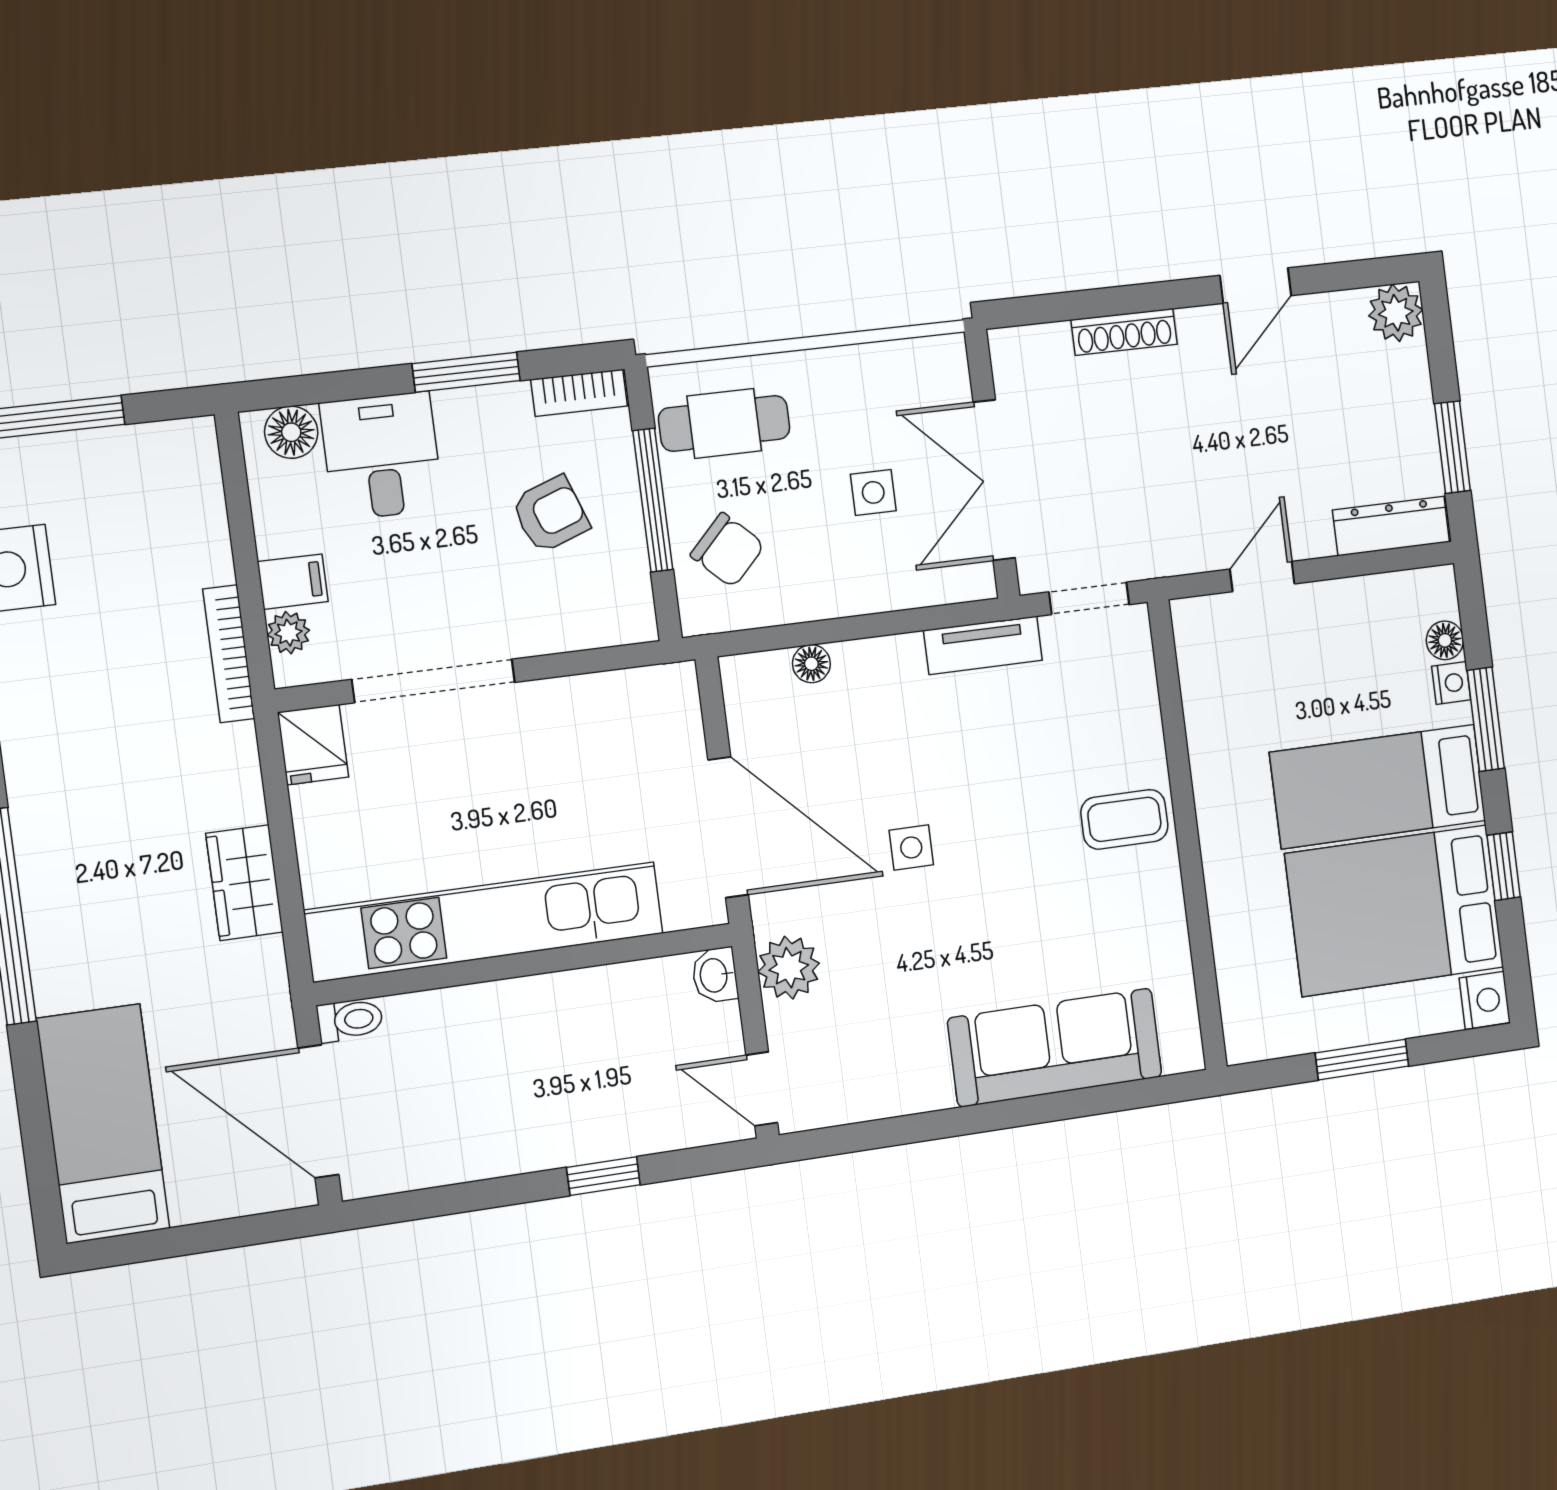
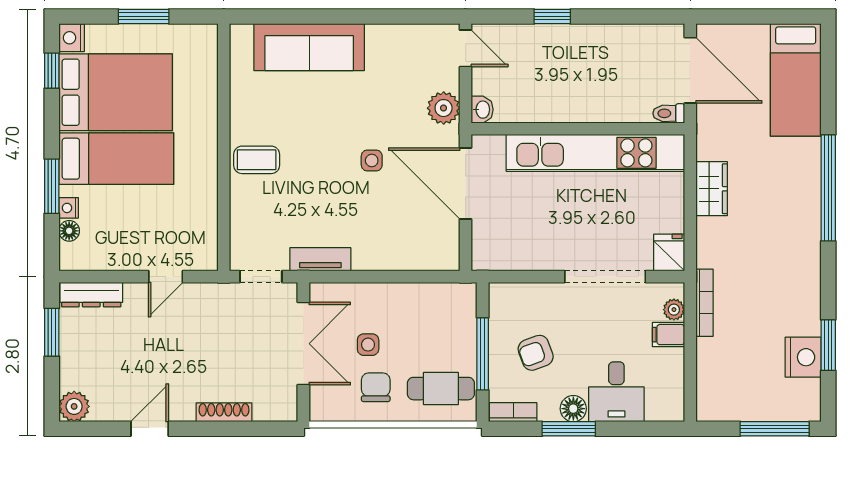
floor lamp: (291, 432) -> (573, 409), moved
chair: (727, 550) -> (376, 387), moved, turned 46
floor lamp: (811, 664) -> (412, 261), removed
window: (1504, 866) -> (52, 71), moved

